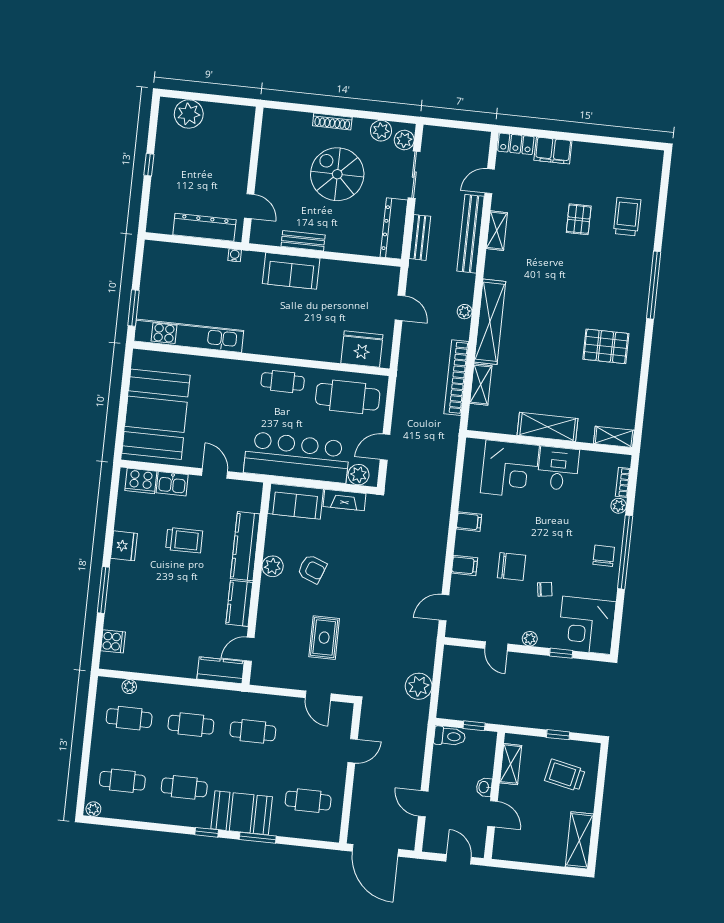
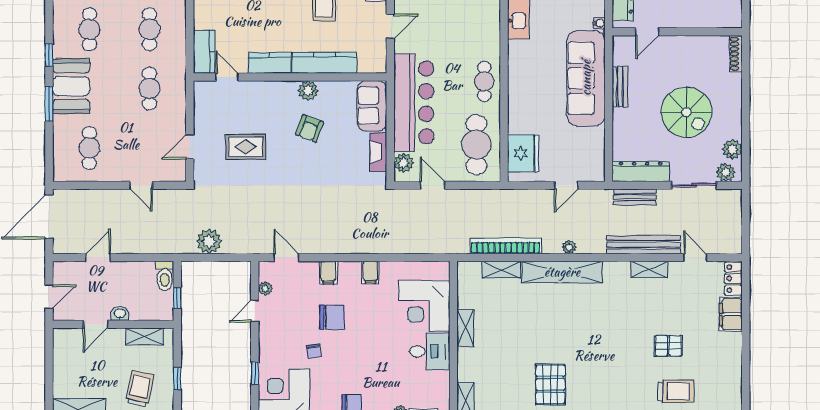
shoe rack: (332, 122) -> (736, 54), moved
spiral stairs: (337, 174) -> (686, 112), turned 90
sofa: (291, 271) -> (586, 78), width x1.85, depth x1.27
shelving: (548, 427) -> (465, 328), width x0.67, depth x0.75
chair: (512, 566) -> (332, 317), turned -90
plant: (530, 639) -> (265, 288), moved

